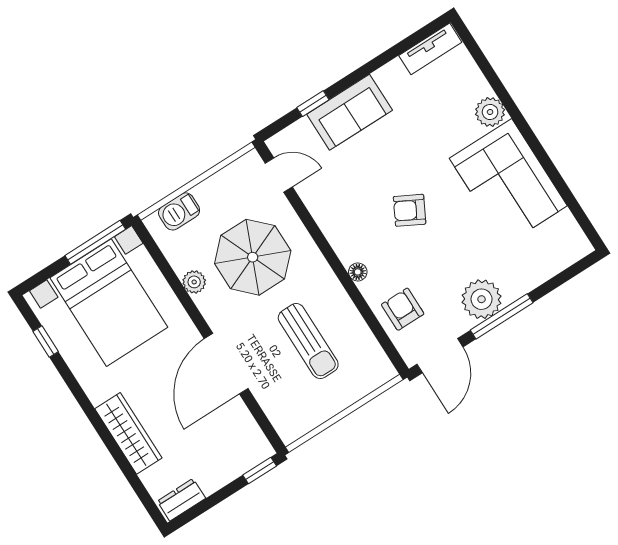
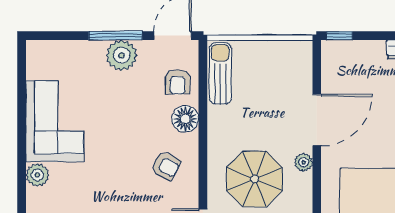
armchair: (410, 210) -> (166, 166), moved
floor lamp: (358, 272) -> (185, 119), width x1.89, depth x1.89
plant: (194, 282) -> (303, 162), moved
sun lounger: (308, 341) -> (220, 73), moved

